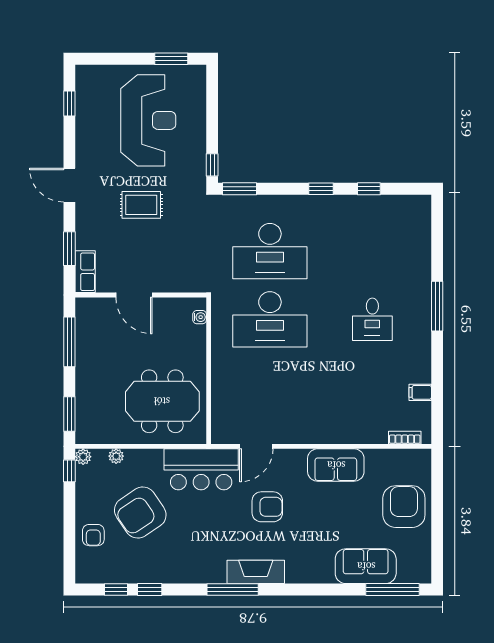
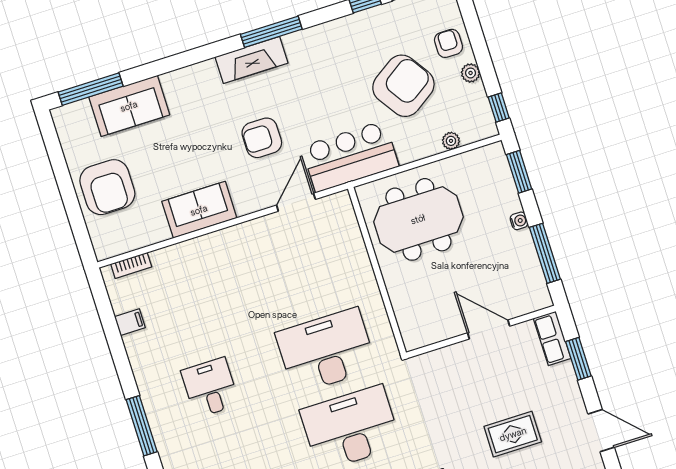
water cooler: (200, 317) -> (519, 221), moved, turned 180
plant: (83, 457) -> (471, 73), moved

